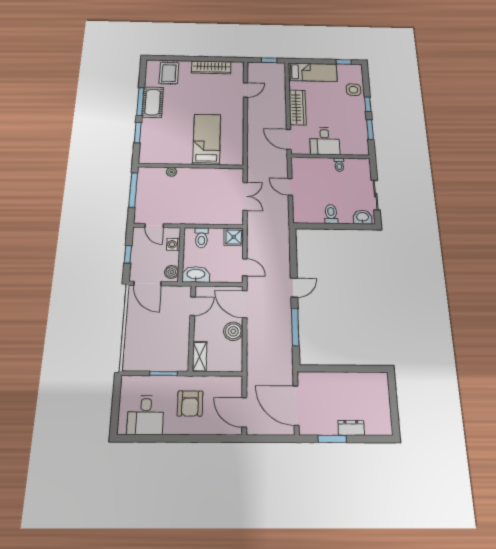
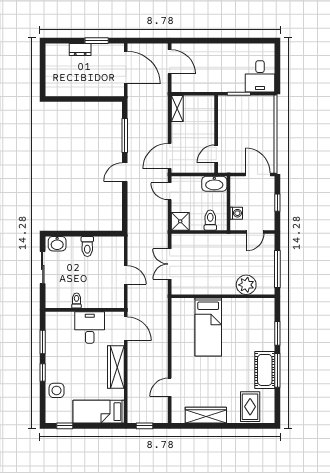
plant: (171, 172) -> (246, 285), width x1.88, depth x1.88
door: (154, 226) -> (255, 232), swing flipped
boiler: (172, 272) -> (236, 186), removed
door: (245, 304) -> (170, 156), swing flipped
boiler: (233, 331) -> (180, 131), removed
shelving: (200, 357) -> (177, 109), moved
armchair: (190, 403) -> (215, 69), removed
desk: (146, 415) -> (260, 76), moved, turned 180

